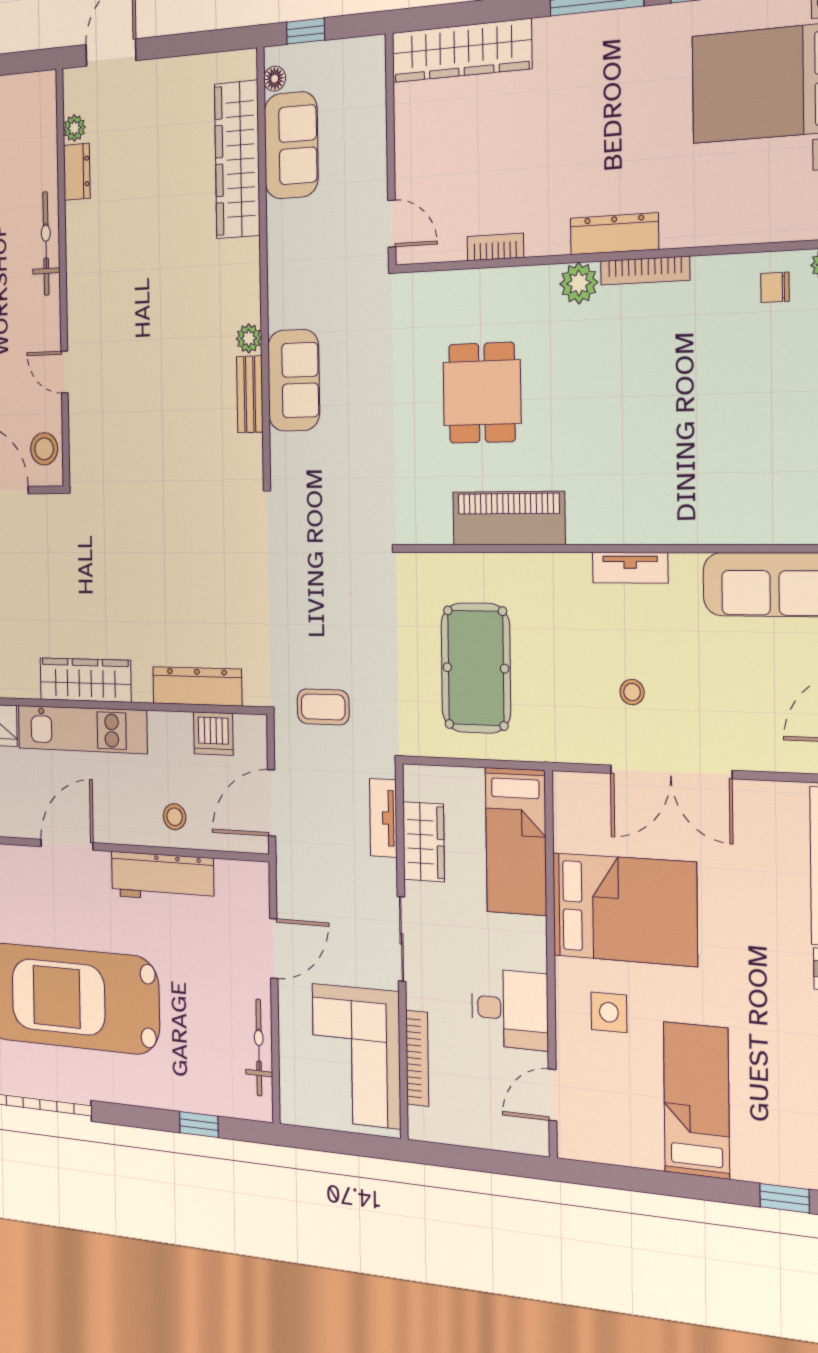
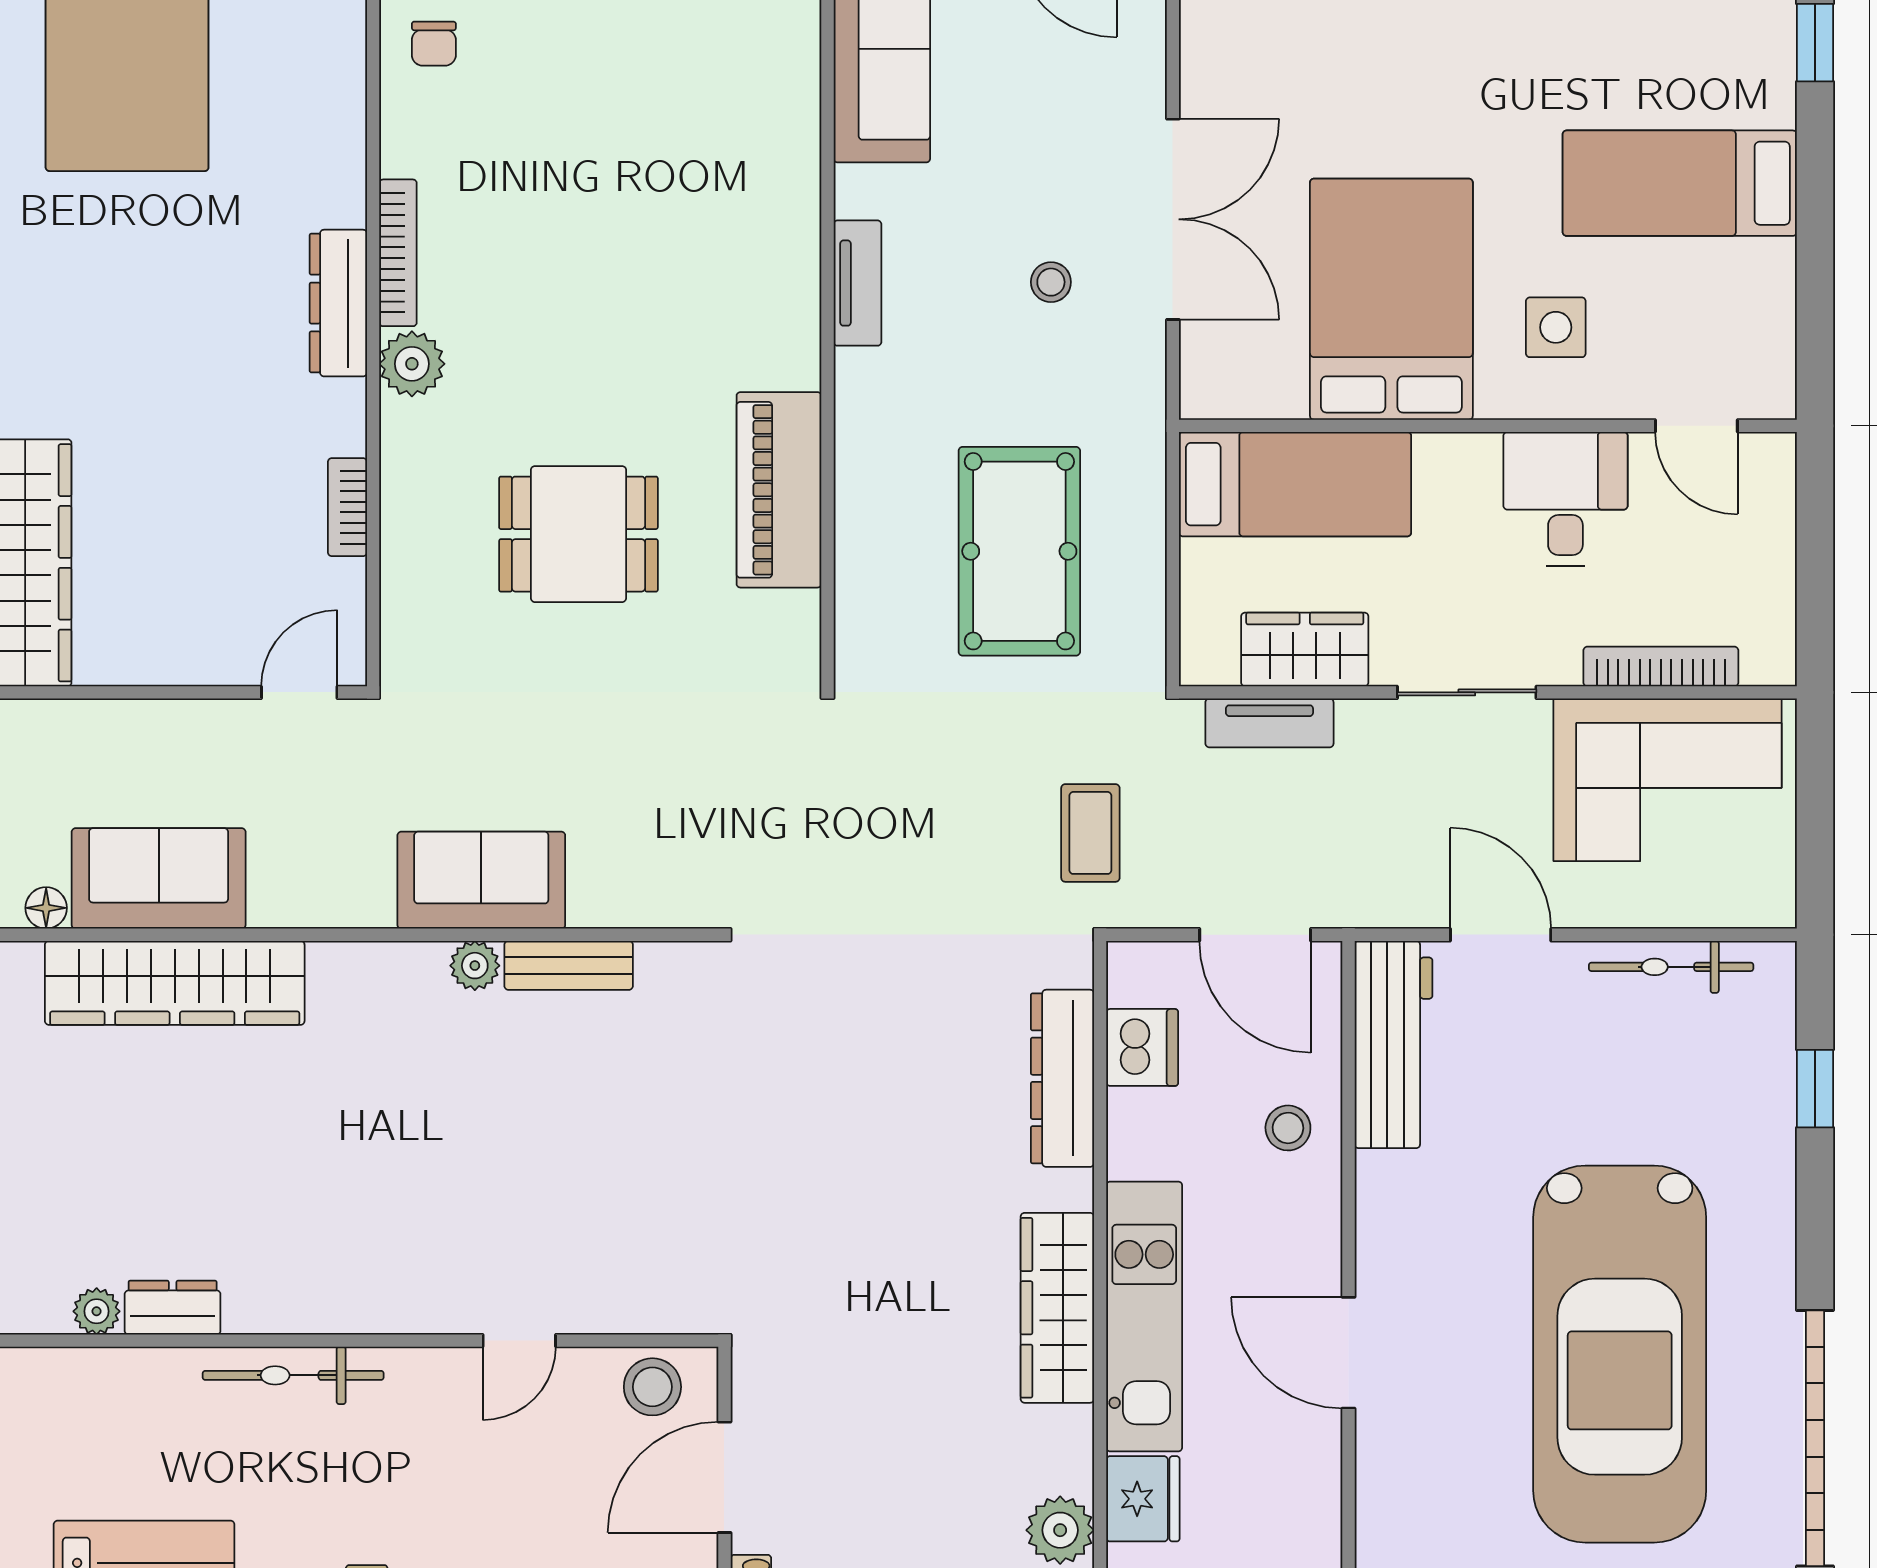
sofa: (294, 380) -> (481, 880), moved
pool table: (476, 668) -> (1019, 551), turned 90
workbench: (162, 877) -> (1394, 1044), moved

